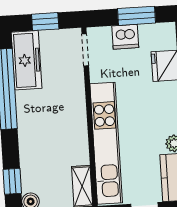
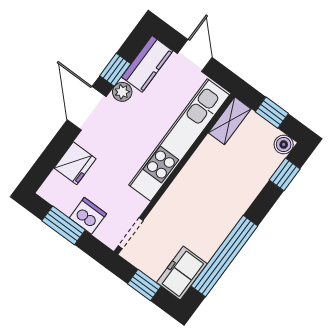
freezer: (27, 60) -> (182, 273), width x0.71

